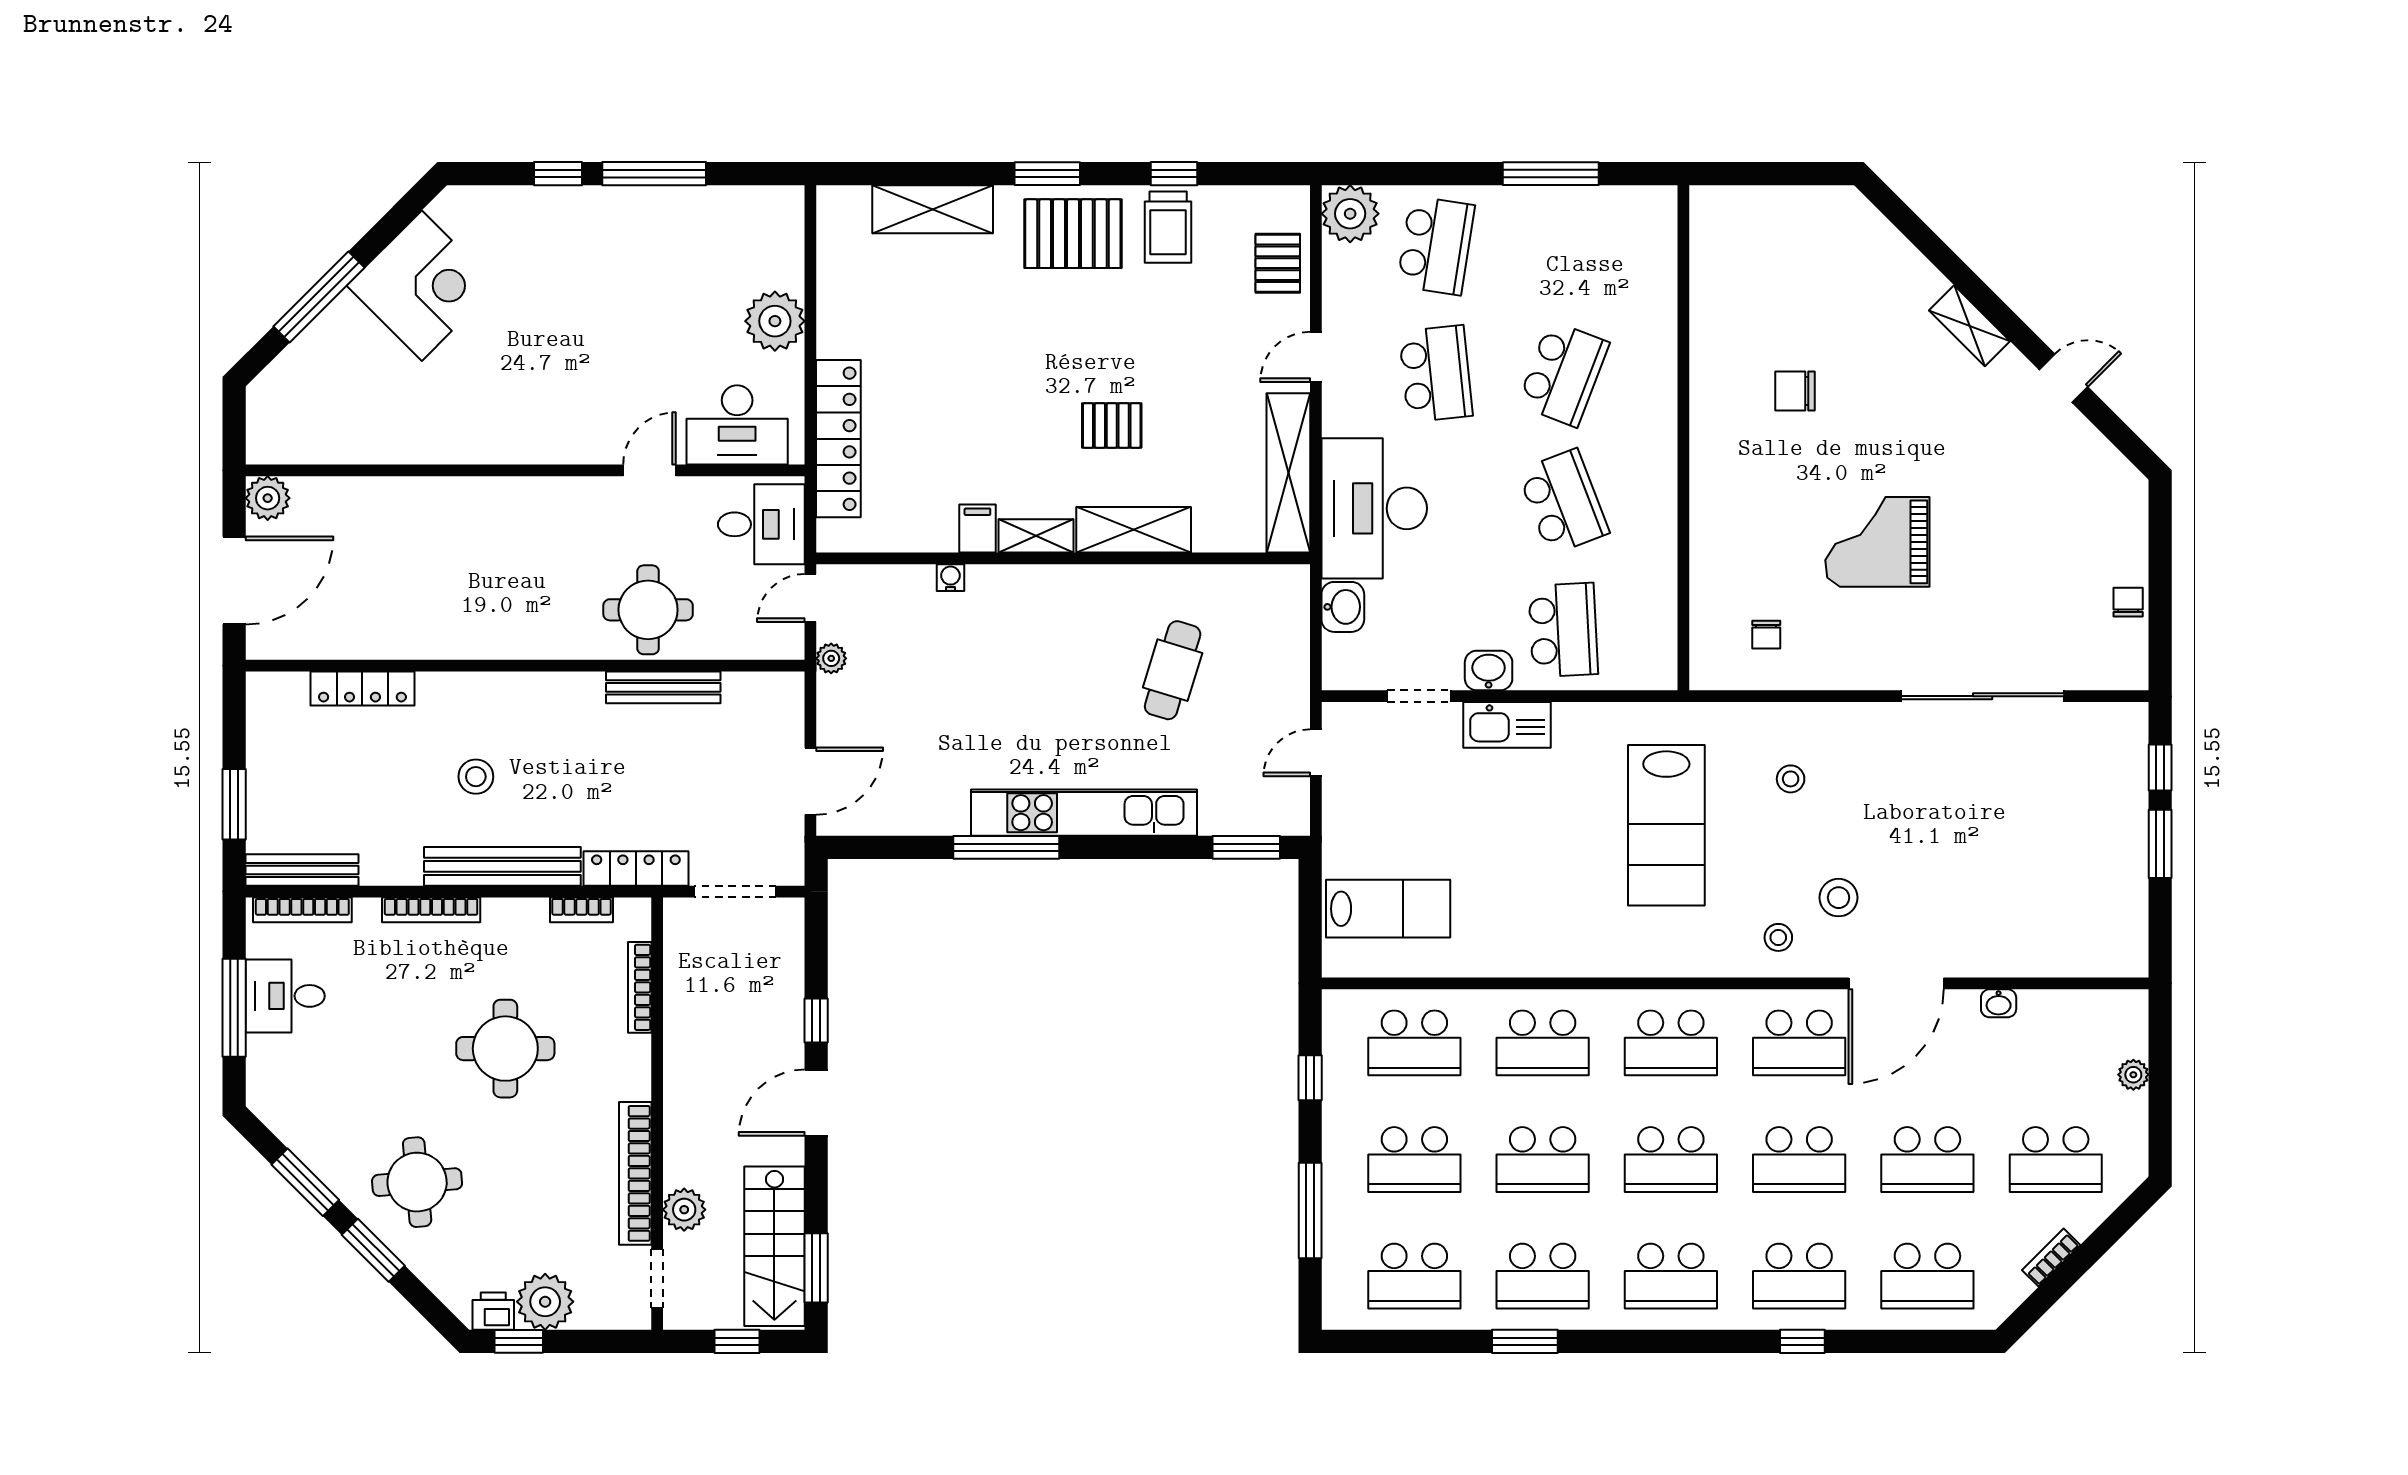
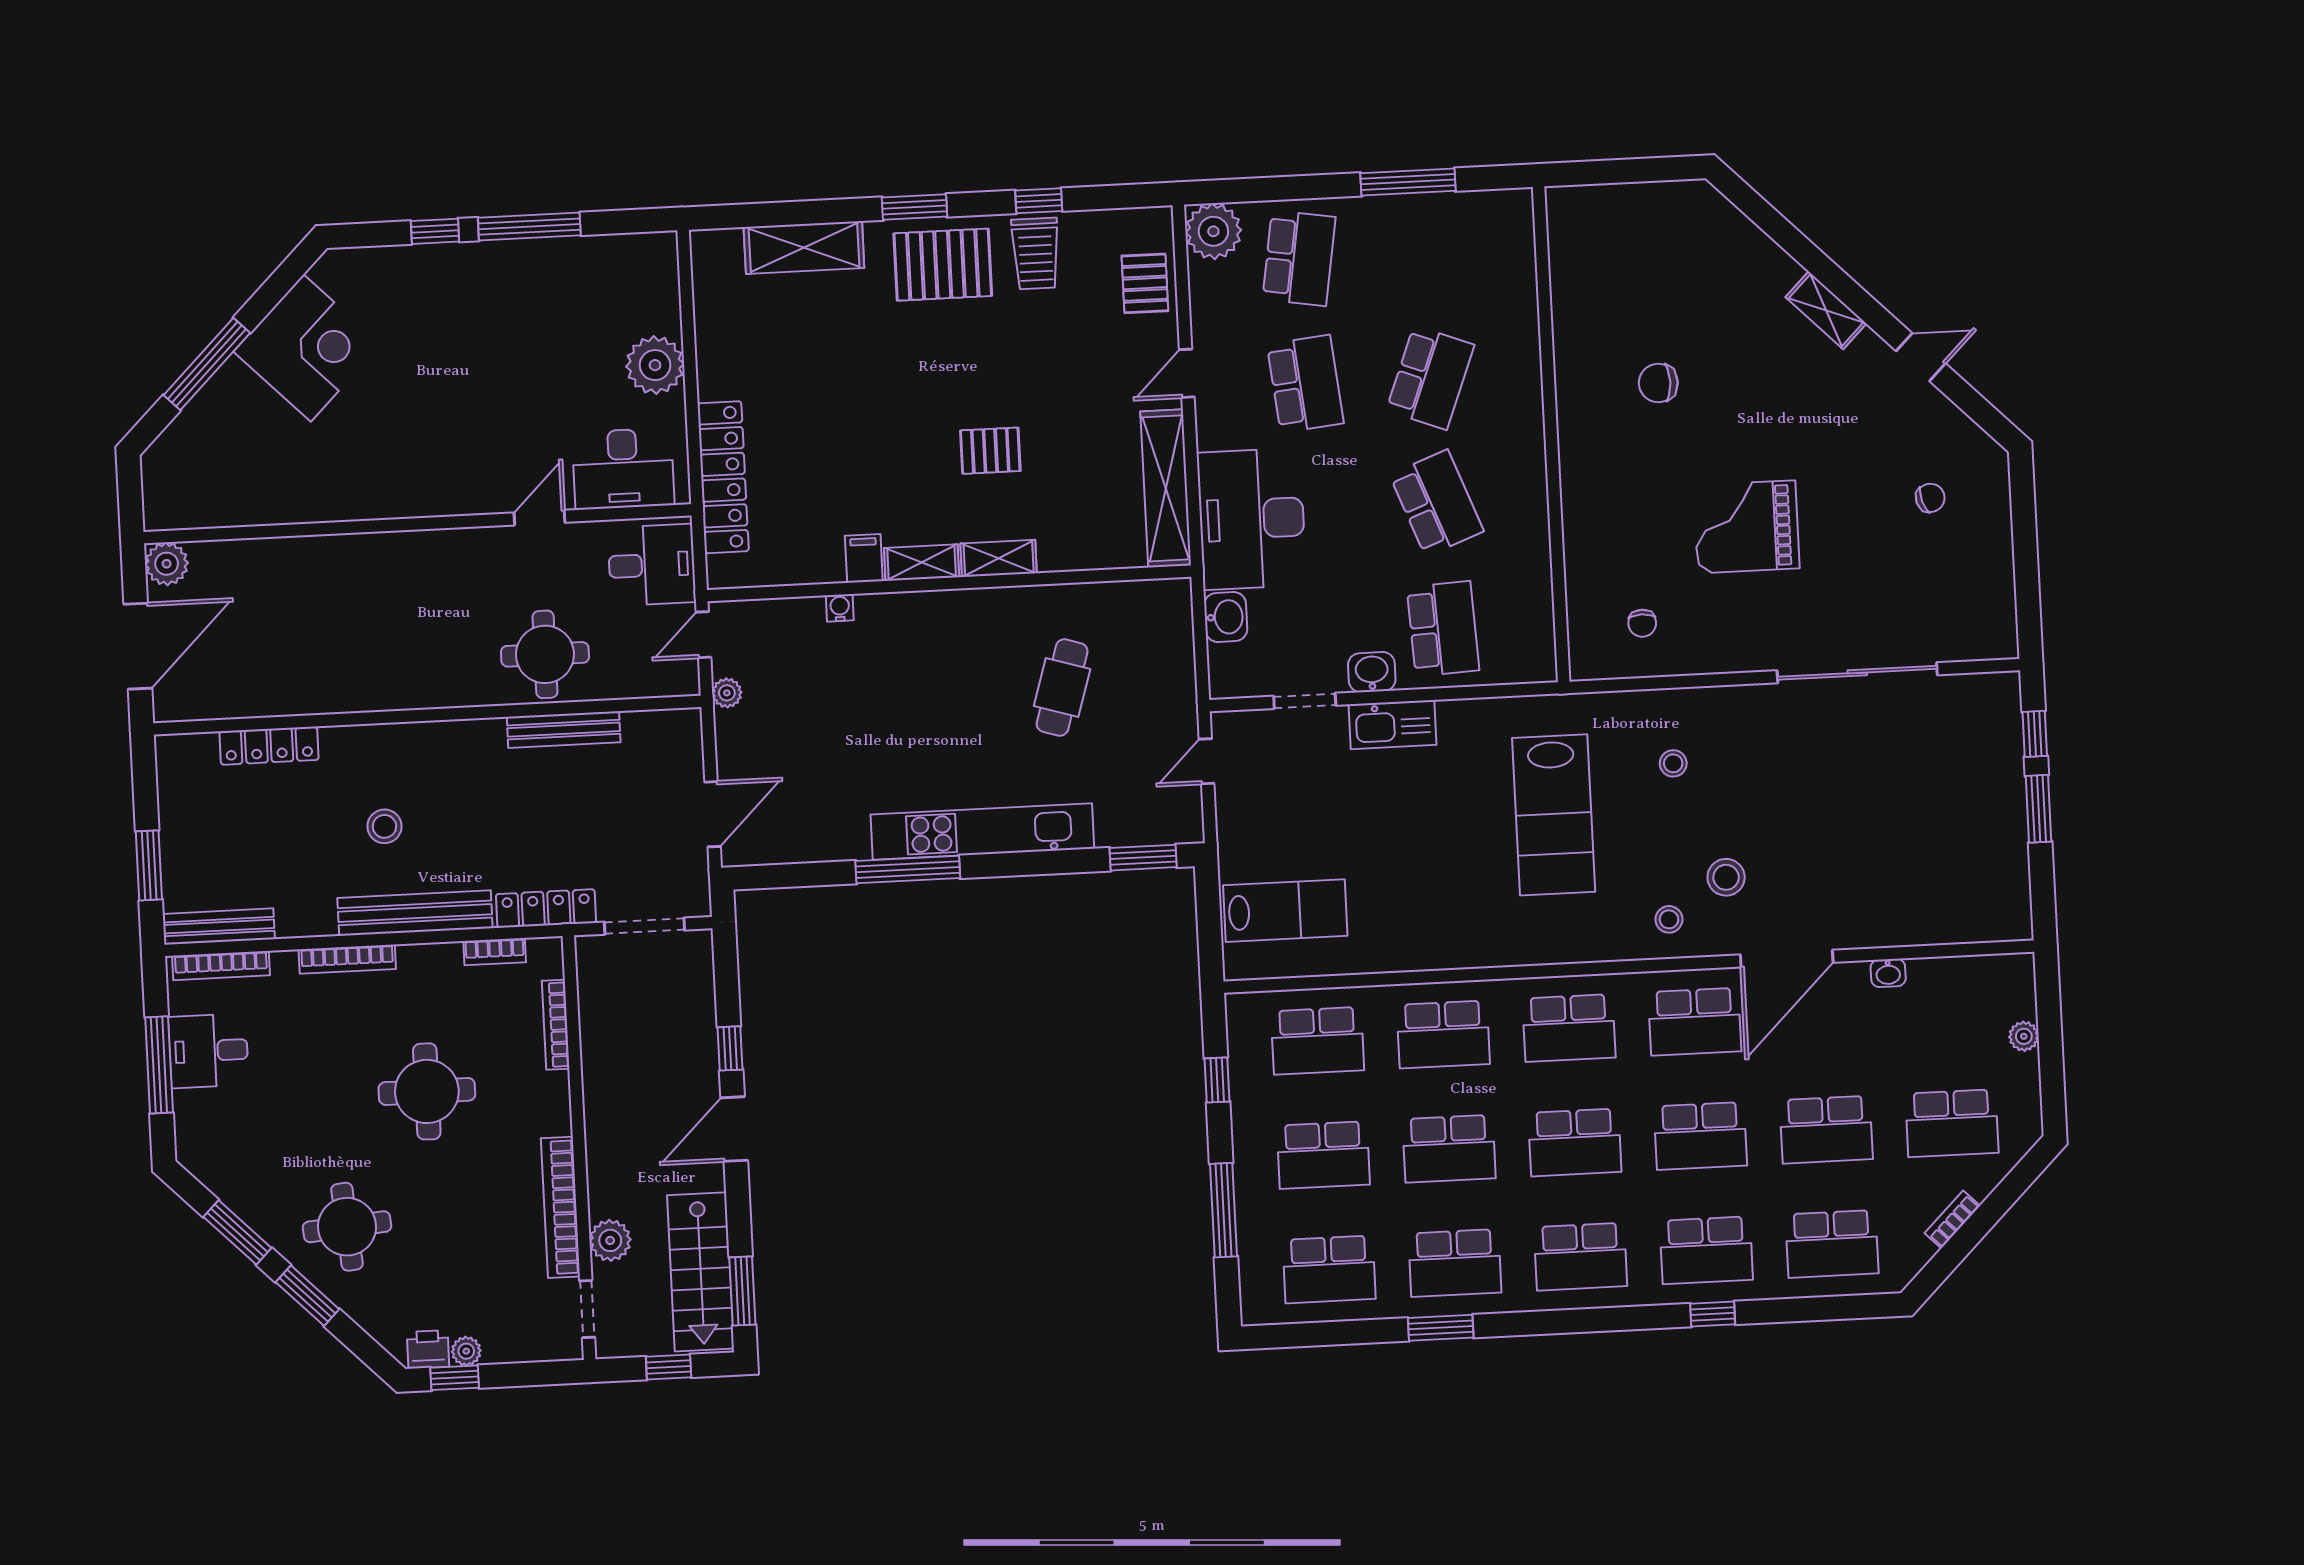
shelving: (1134, 530) -> (999, 558), width x0.67, depth x0.75
chair: (2128, 602) -> (1930, 498), moved, turned 72
plant: (545, 1302) -> (466, 1351), width x0.53, depth x0.53

